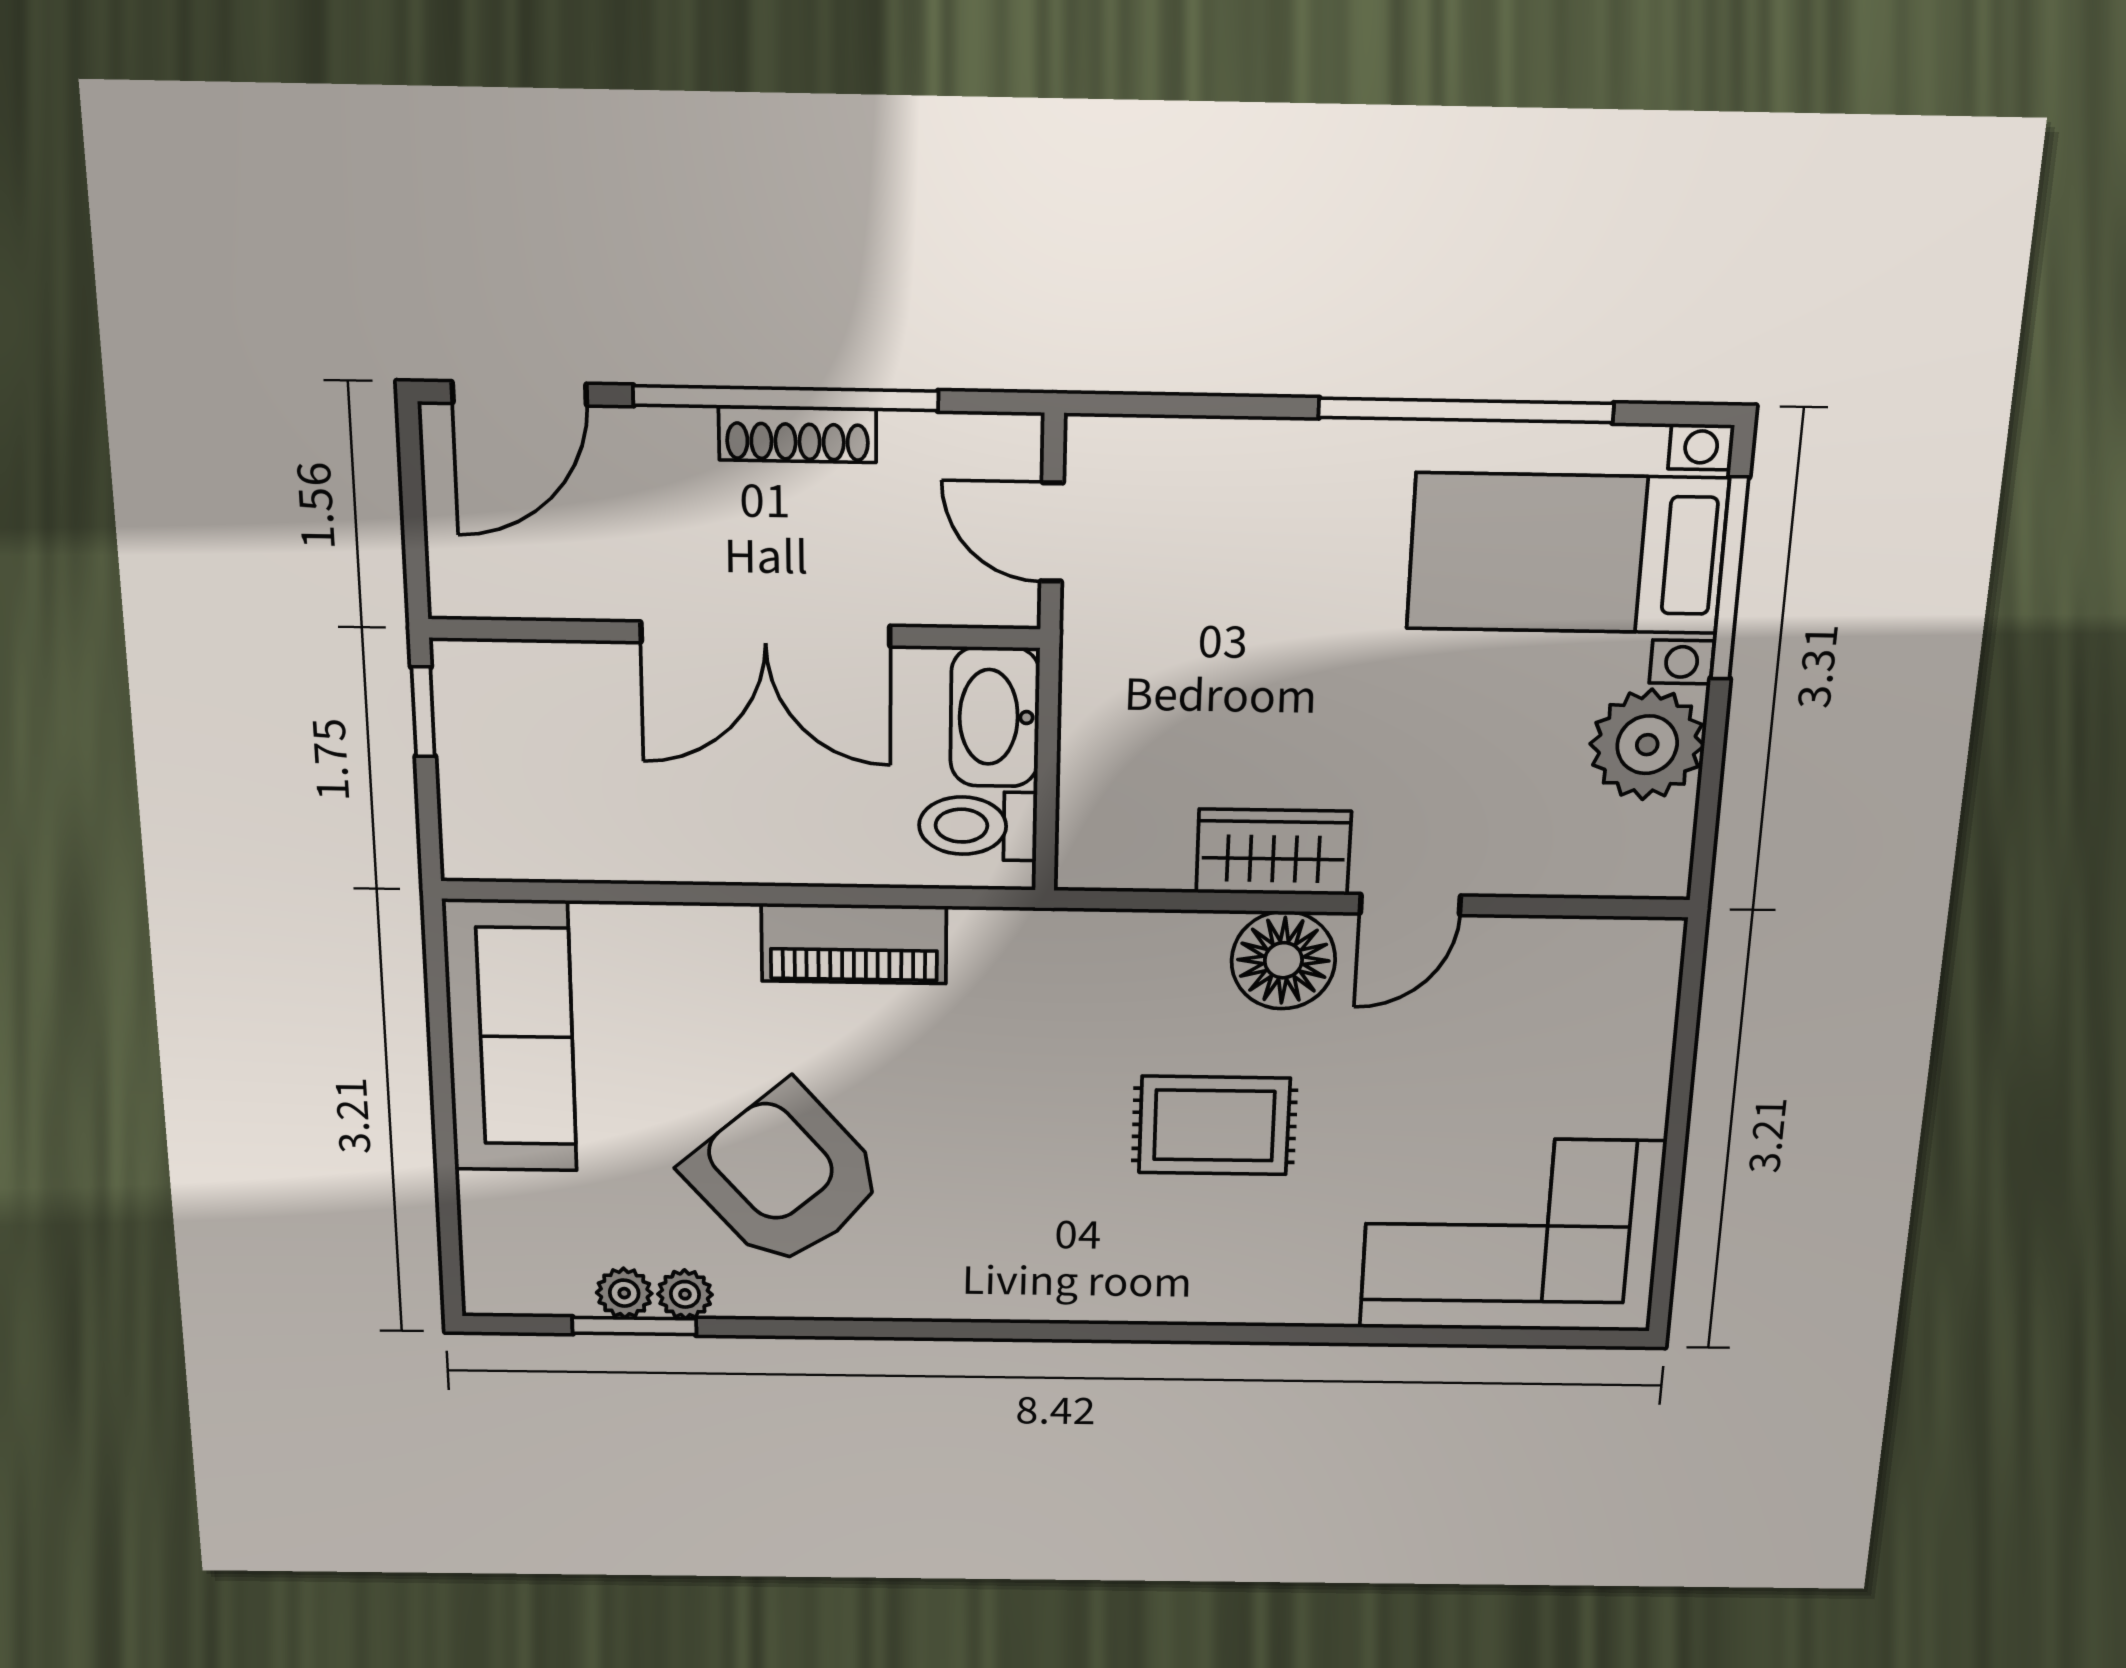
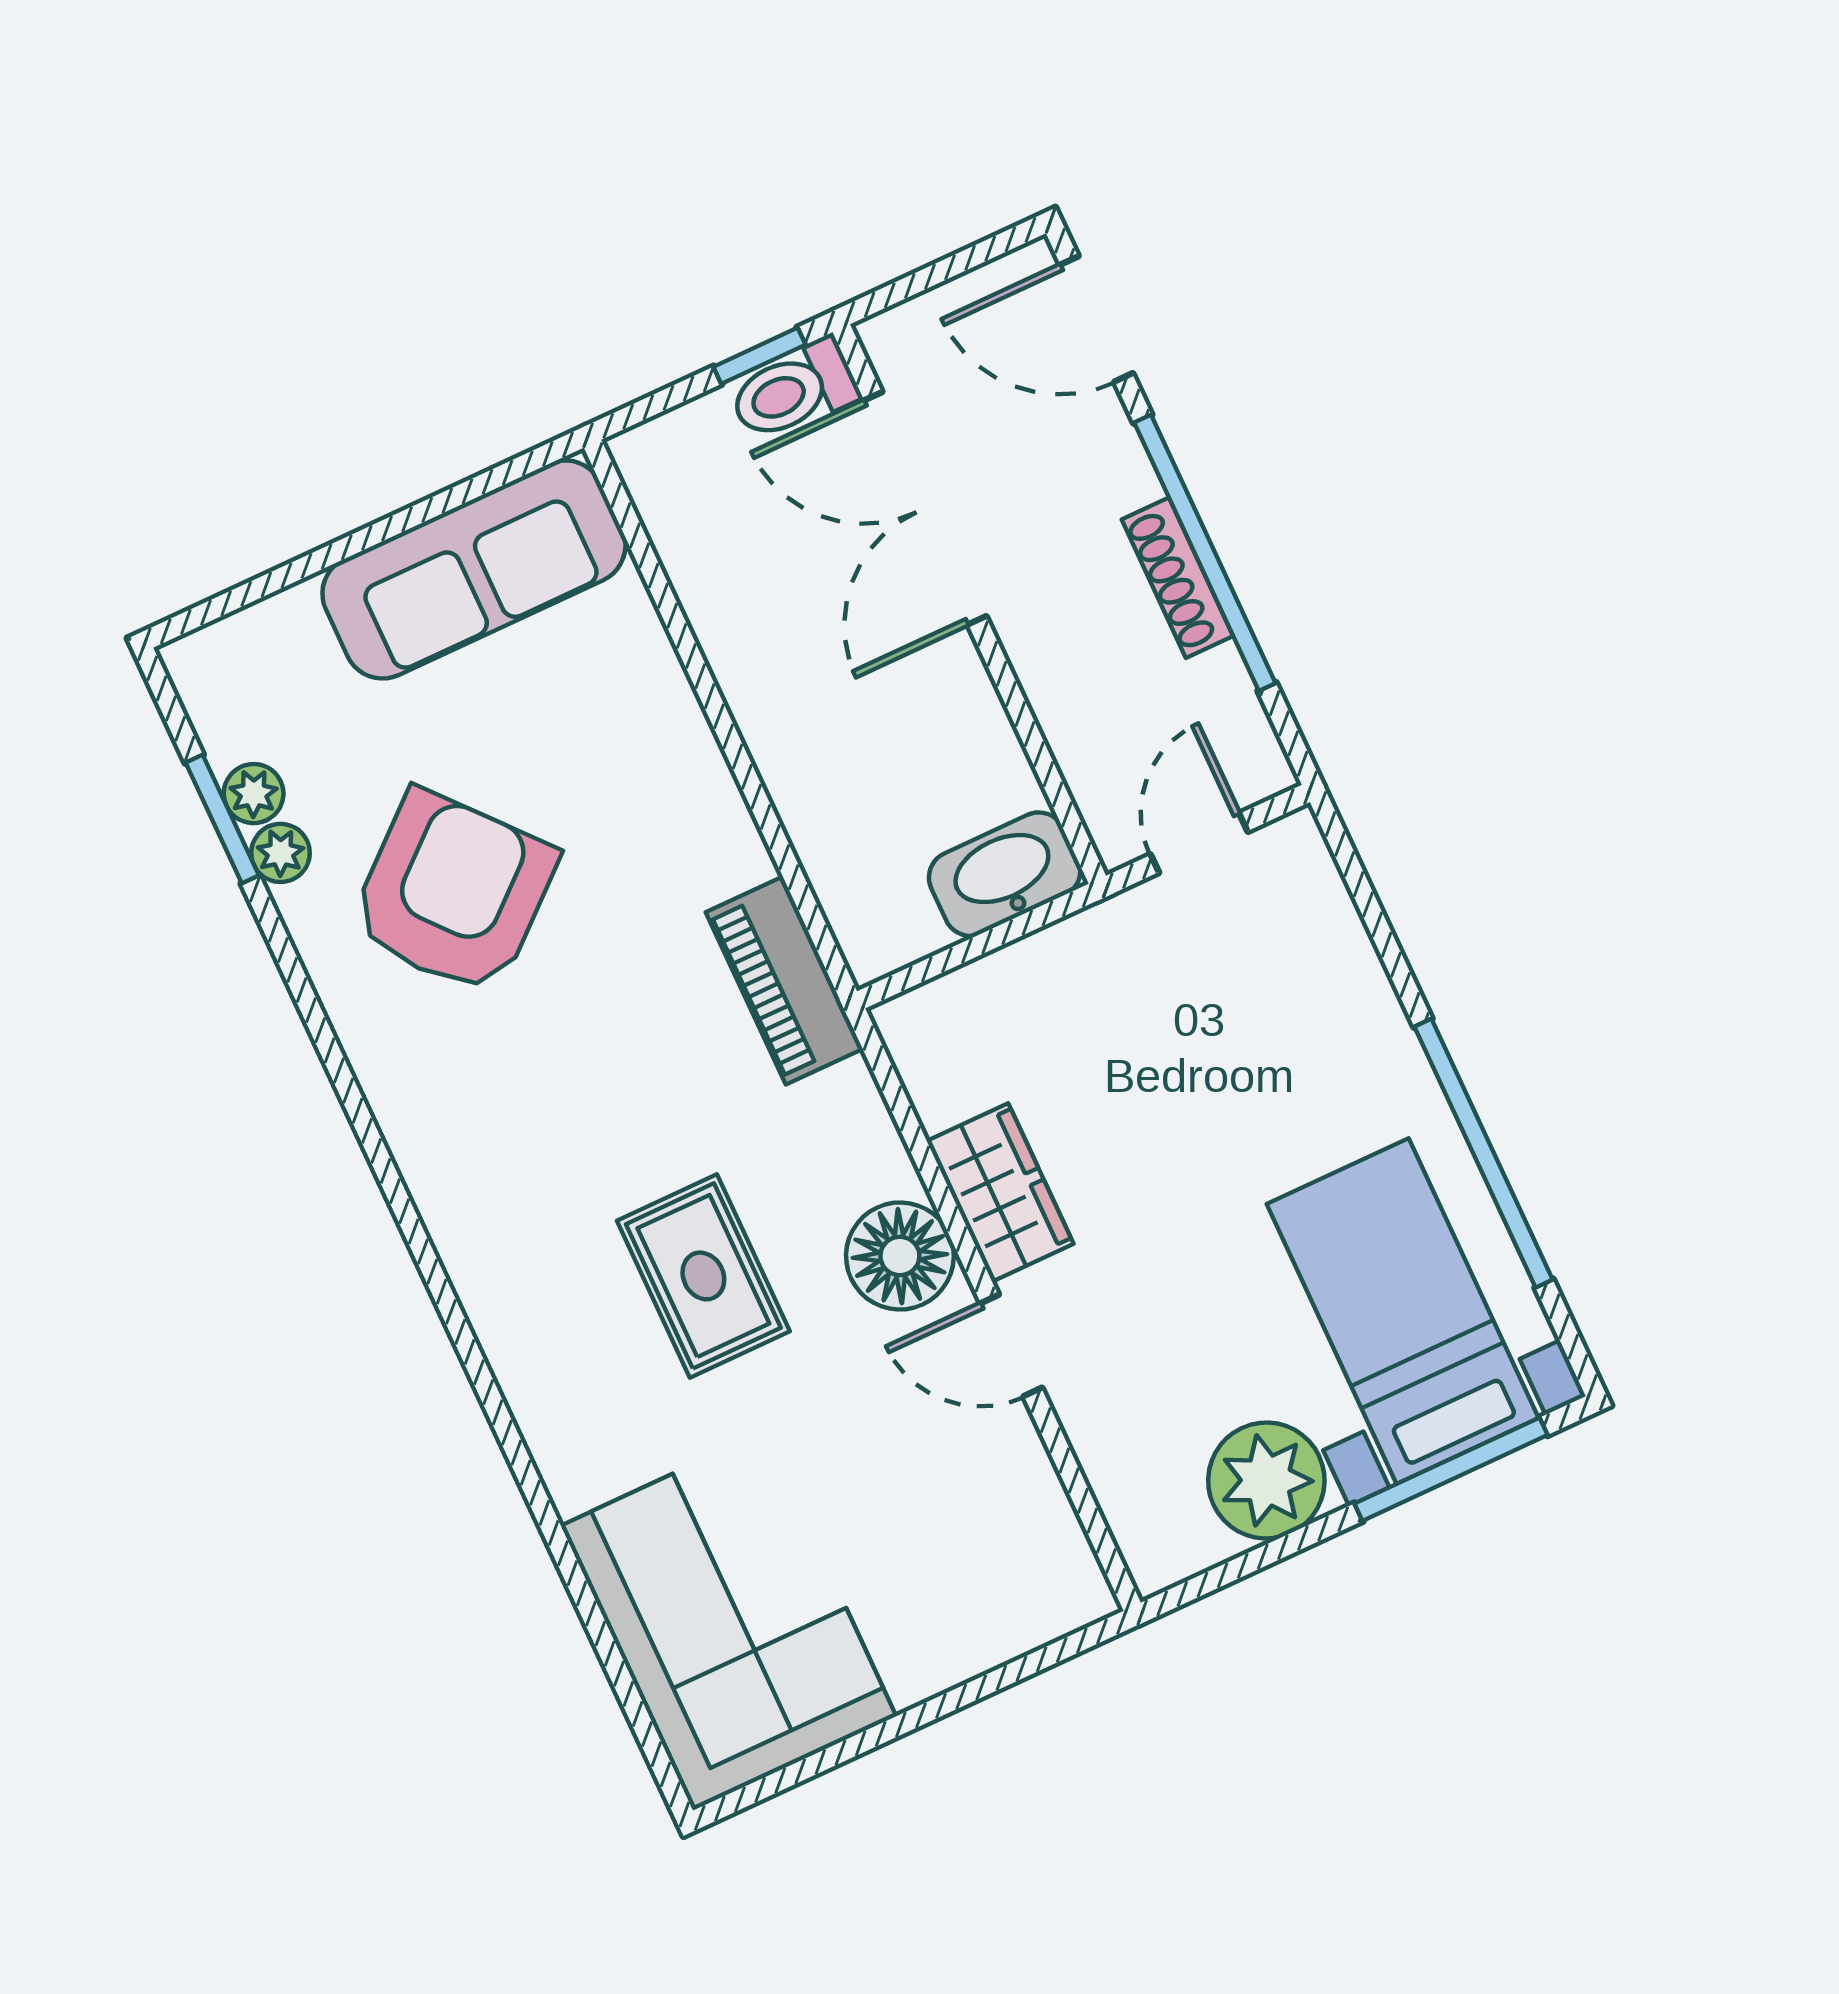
double door: (765, 634) -> (925, 508), moved
toilet: (978, 826) -> (794, 390), moved, turned -90
piano: (854, 944) -> (784, 981), moved

